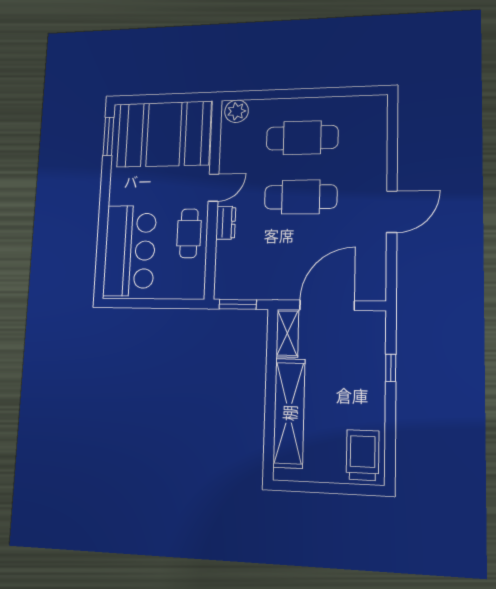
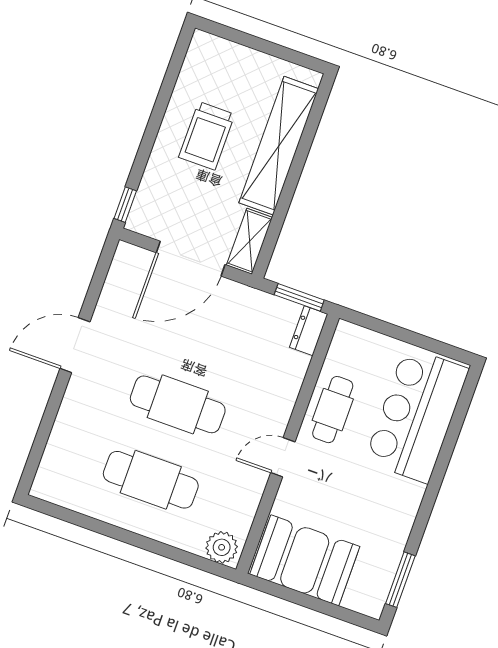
booth: (164, 134) -> (305, 560), width x0.73, depth x0.70
dresser: (226, 223) -> (309, 331), moved
window: (391, 368) -> (125, 205), moved
trolley: (363, 455) -> (207, 136), moved

